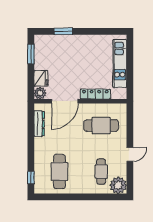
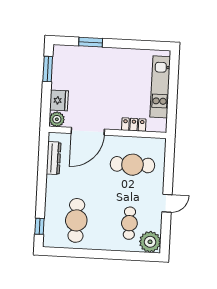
locker: (95, 94) -> (134, 125), width x0.66

